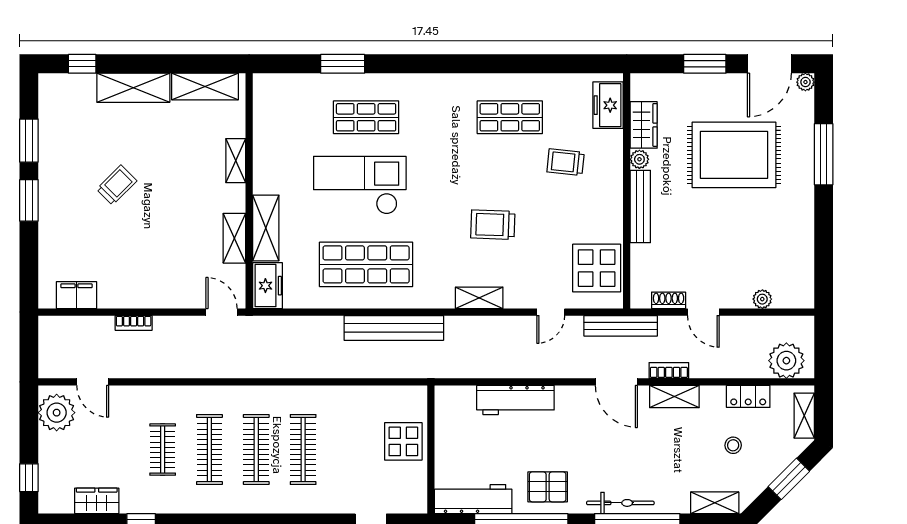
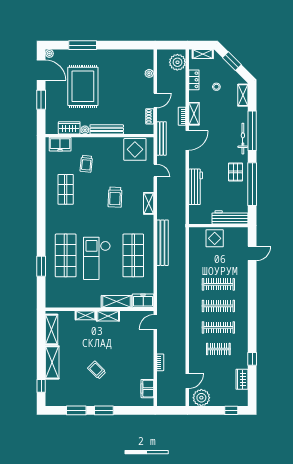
shop shelf: (366, 117) -> (66, 255), width x1.43, depth x1.36
shelving: (234, 238) -> (108, 316), moved
workbench: (473, 499) -> (230, 217), moved, turned 90

